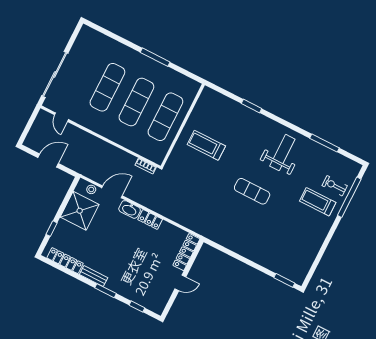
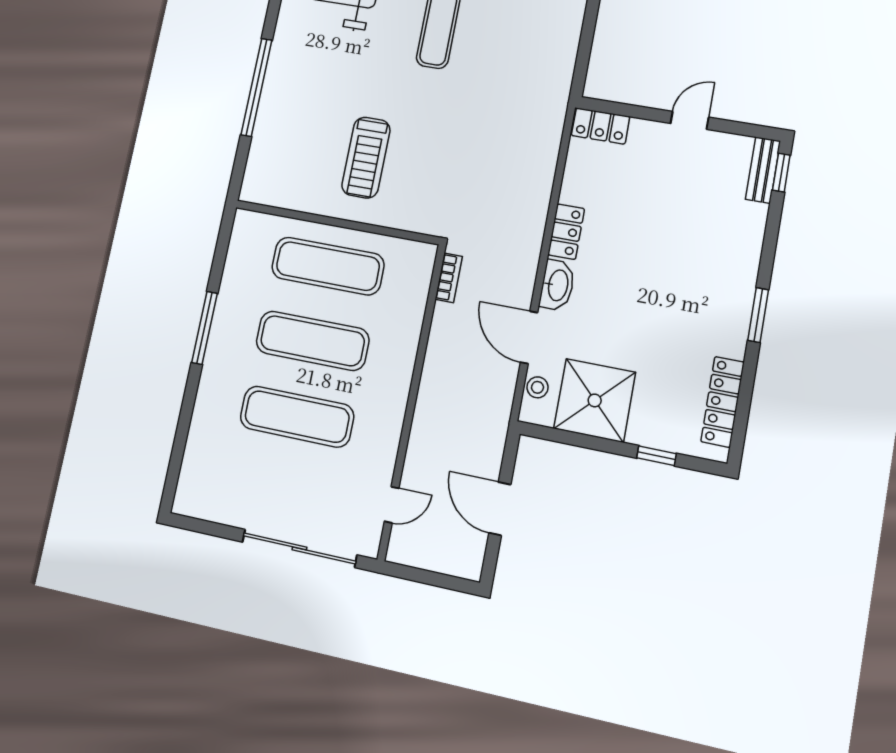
window: (251, 106) -> (256, 87), width x2.11
locker: (186, 252) -> (601, 126), width x0.66
bench: (94, 276) -> (763, 170), moved
door: (180, 283) -> (690, 120), hinge flipped
window: (106, 291) -> (758, 315), moved
window: (137, 307) -> (781, 173), moved

